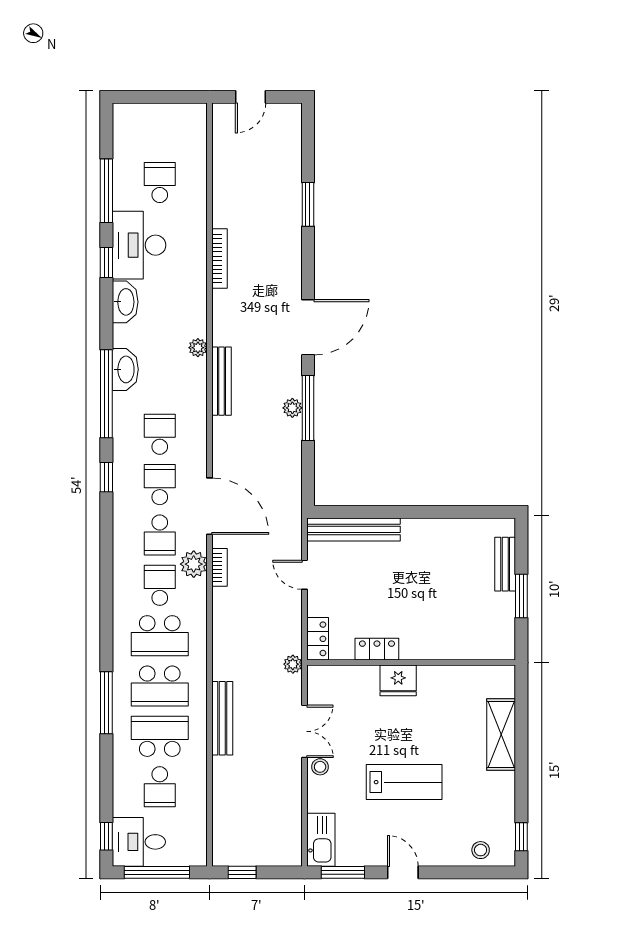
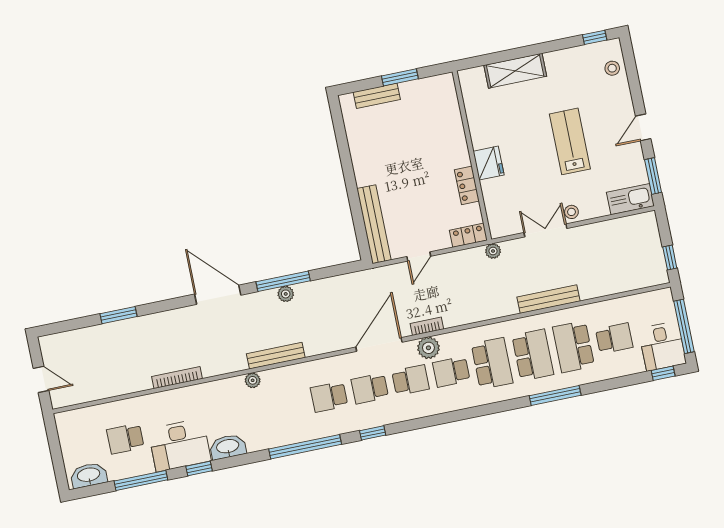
washbasin: (125, 369) -> (89, 475), moved

